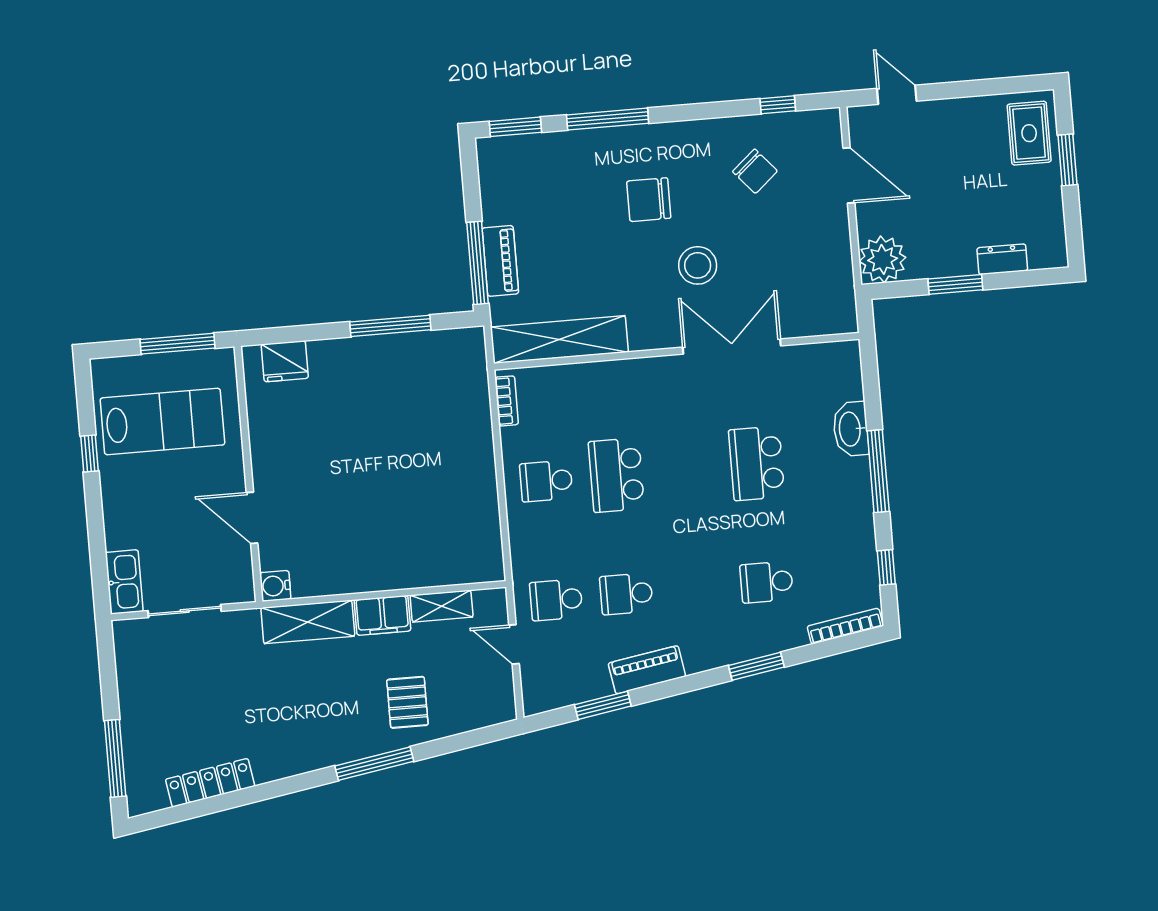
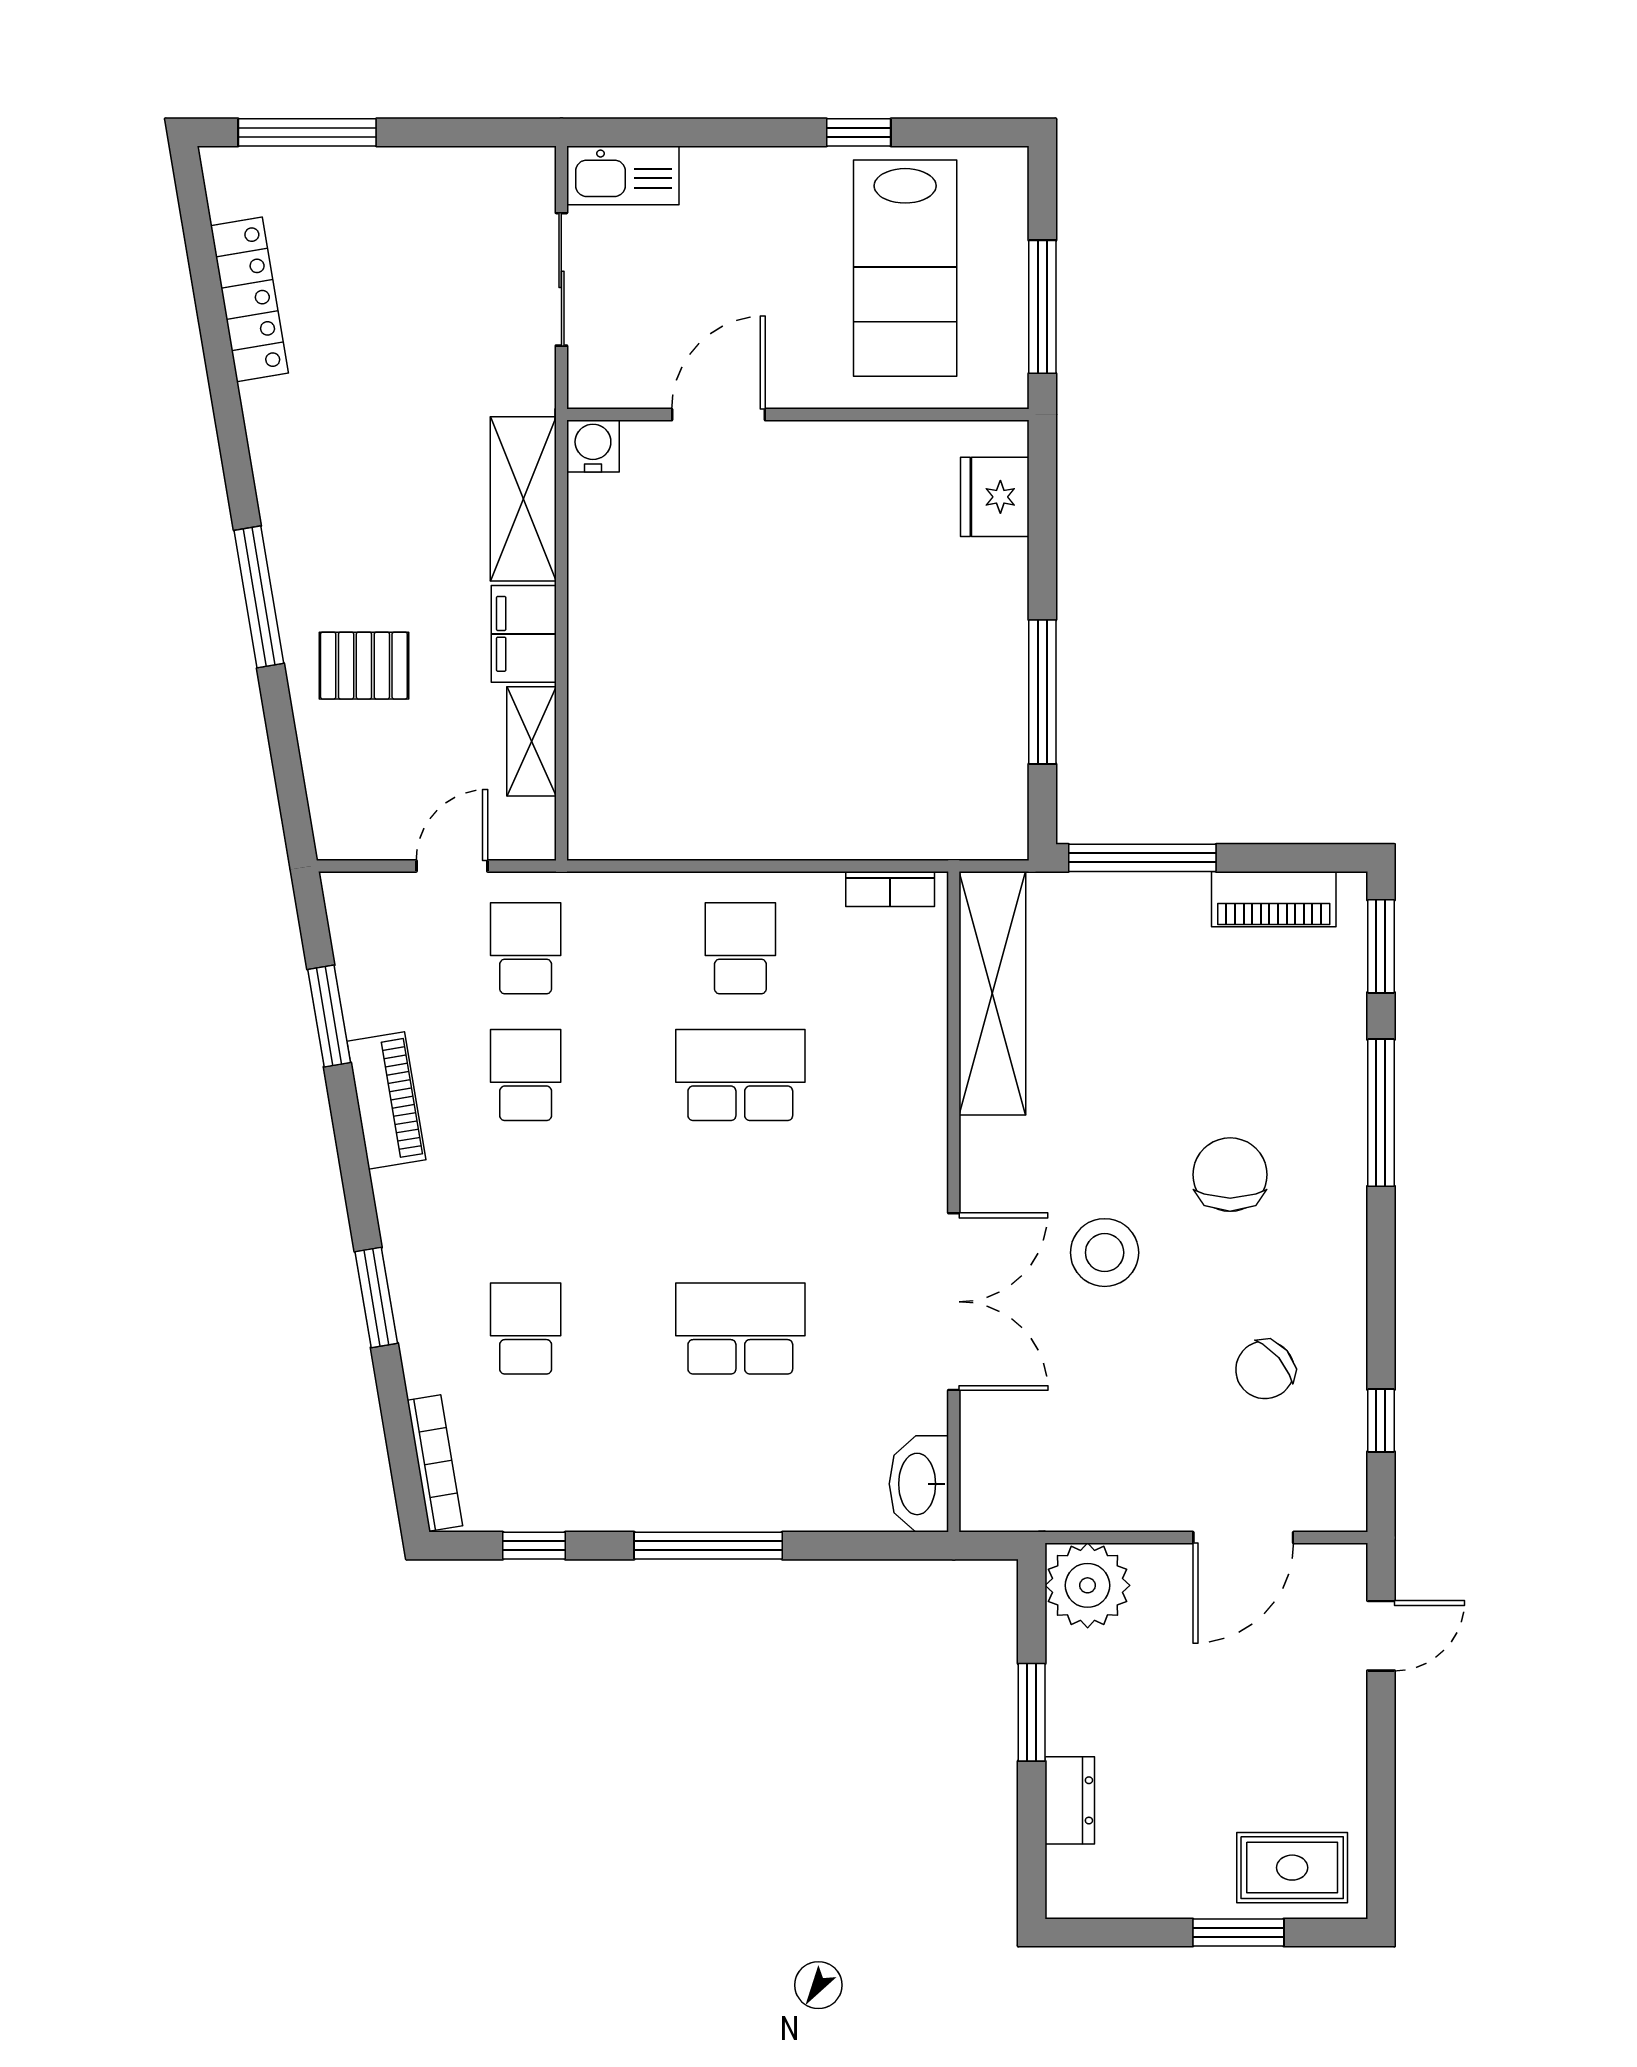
piano: (500, 261) -> (1274, 899), moved
washbasin: (851, 429) -> (919, 1484), moved, turned -90

